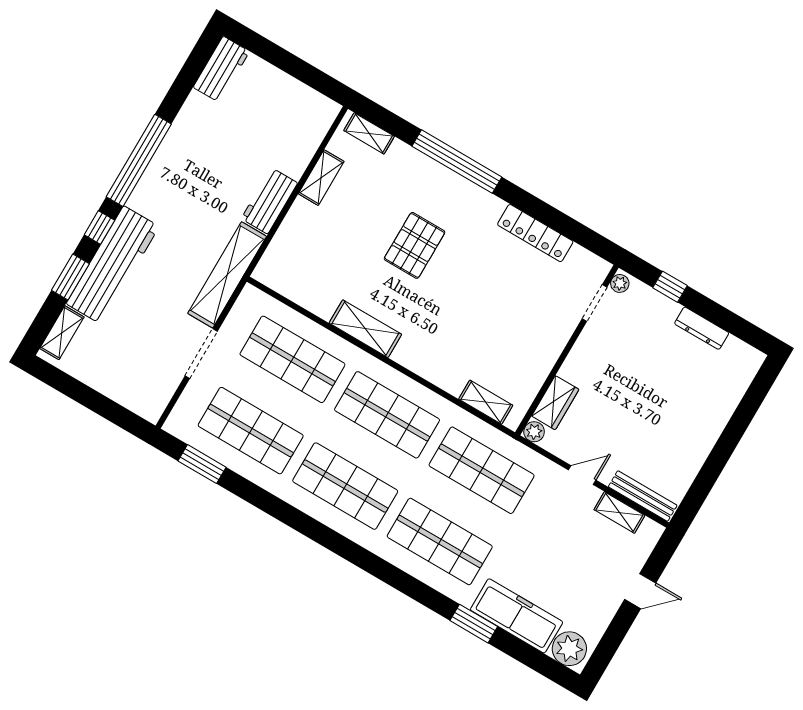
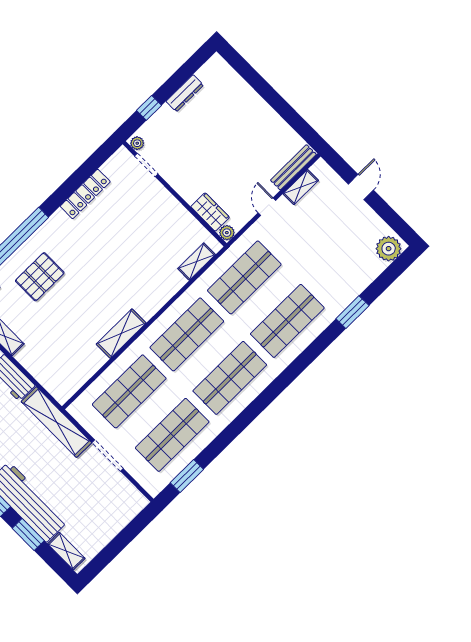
pallet: (415, 245) -> (40, 277), moved, turned 90
freezer: (517, 616) -> (355, 280), removed

